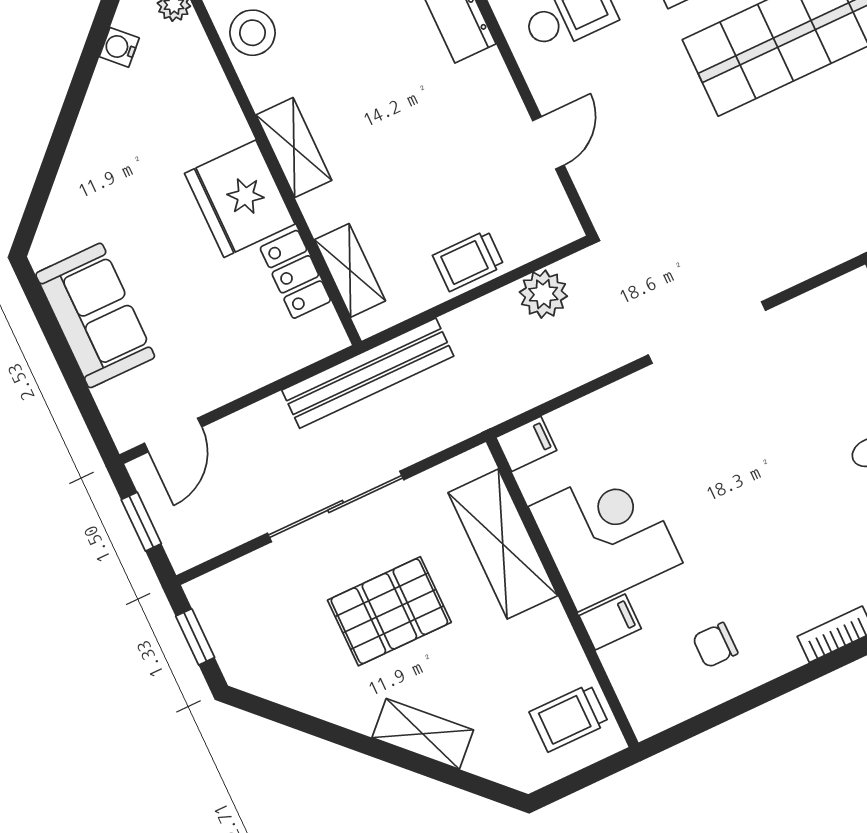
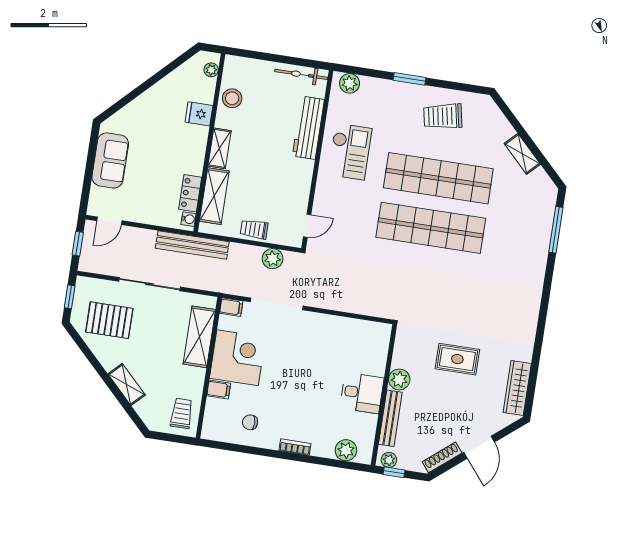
water cooler: (119, 47) -> (189, 219), moved, turned 135
door: (548, 143) -> (307, 226), moved
fridge: (240, 199) -> (199, 114), moved, width x0.53, depth x0.75
shelving: (350, 270) -> (214, 196), width x1.50, depth x1.33
doorway: (707, 333) -> (277, 304), moved
pallet: (389, 611) -> (109, 320), moved
trolley: (569, 718) -> (182, 413), turned 90

